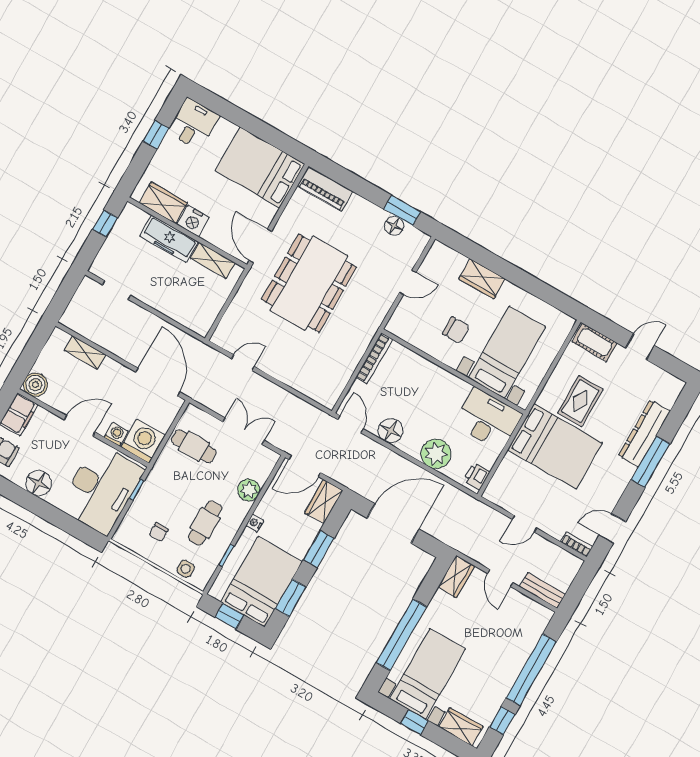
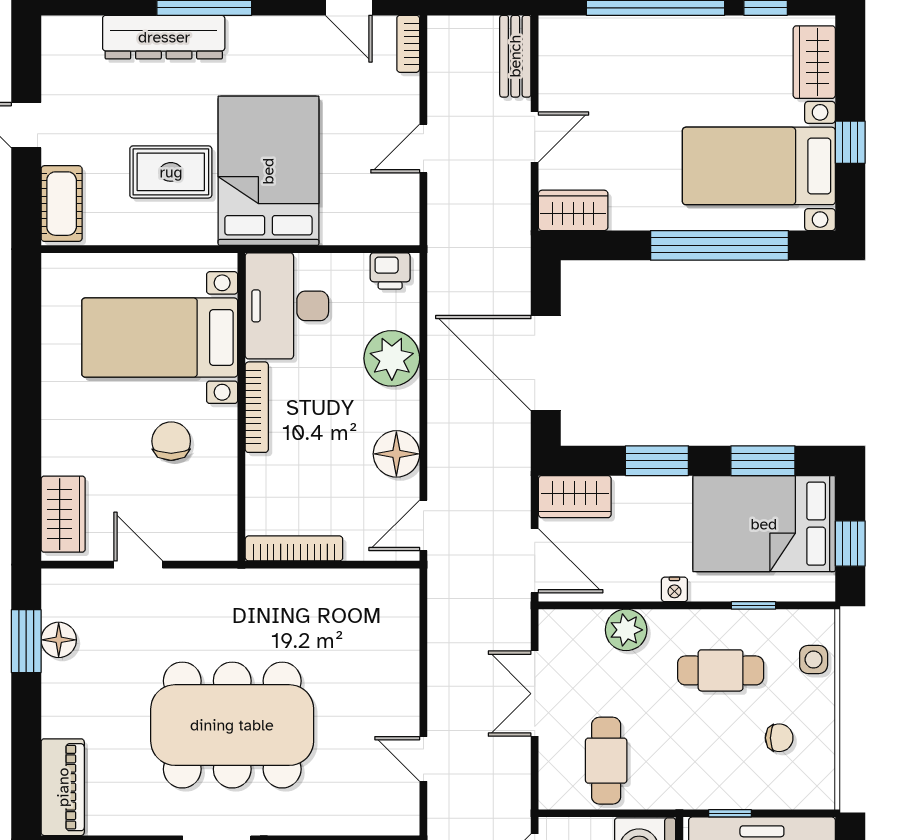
wardrobe: (482, 279) -> (63, 514), moved
bookcase: (449, 379) -> (257, 407), added
door: (524, 524) -> (423, 149), swing flipped

